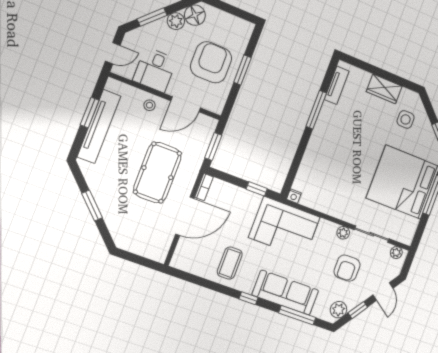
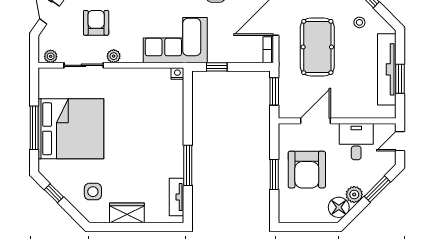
stool: (149, 105) -> (359, 22), moved

